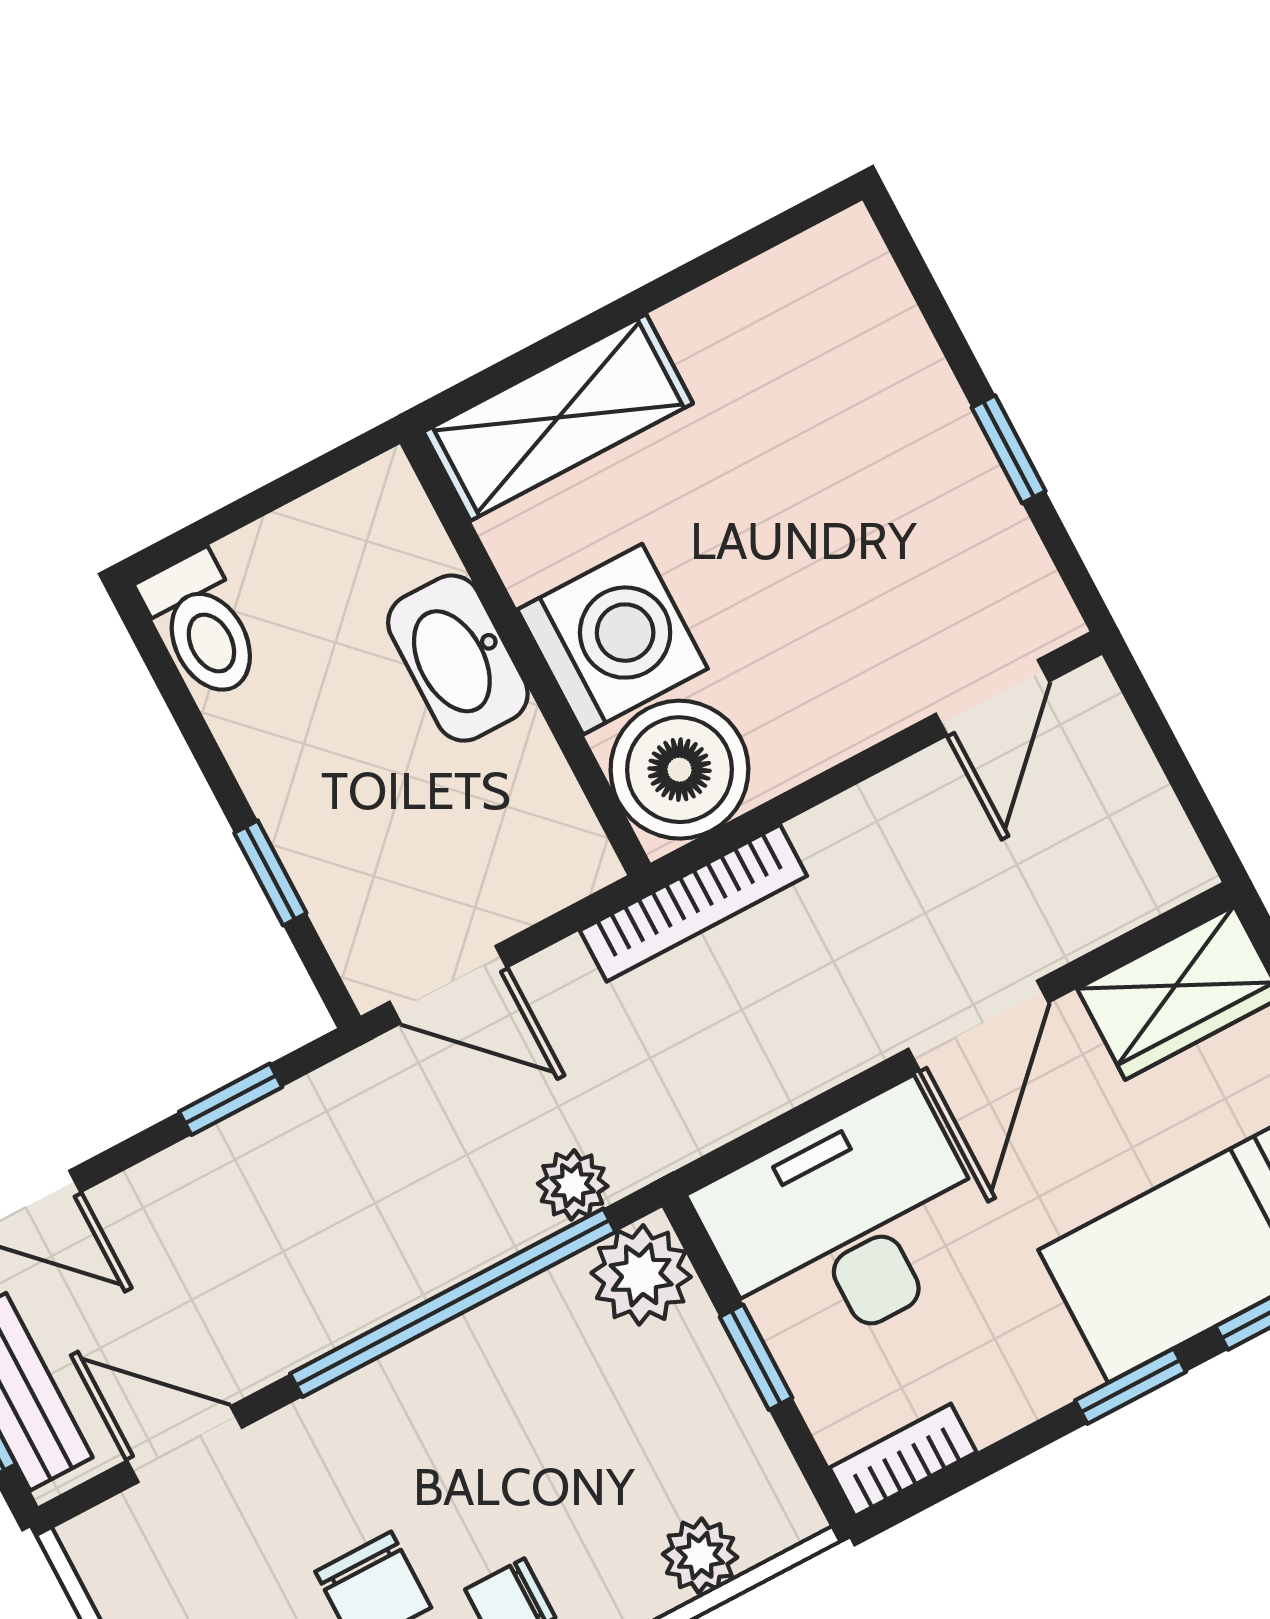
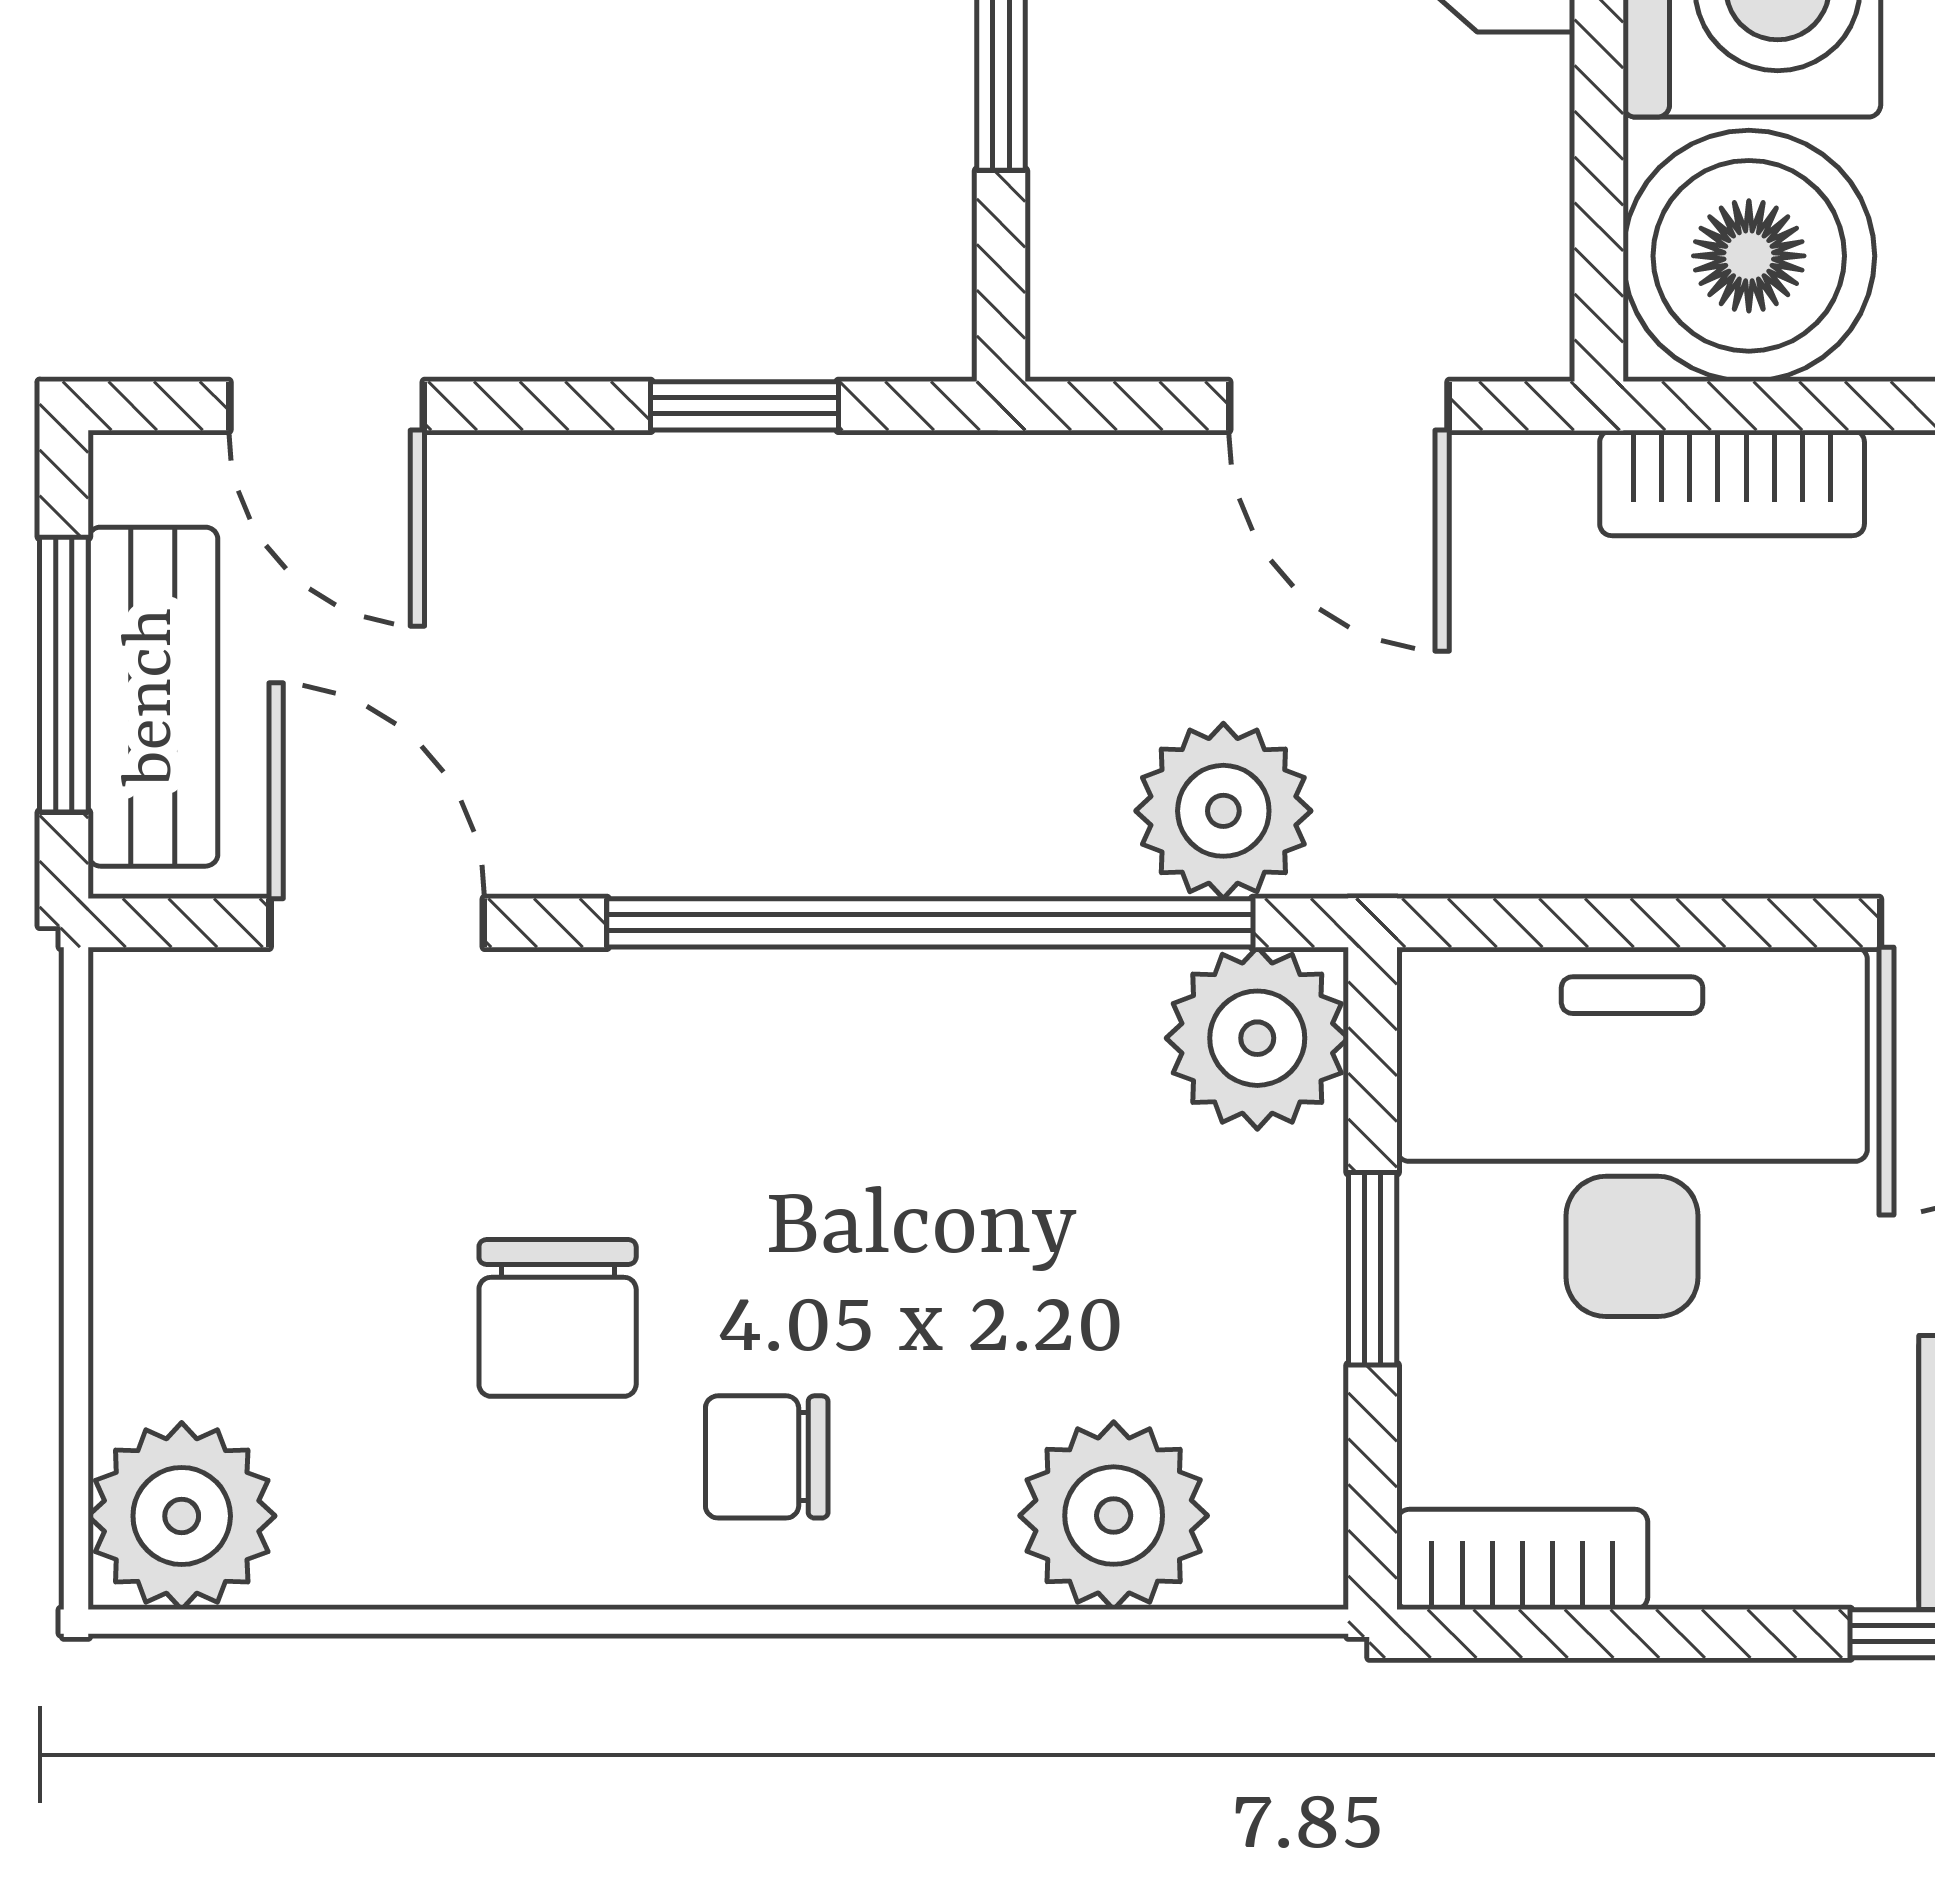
bookcase: (693, 903) -> (1732, 483), width x0.64
door: (448, 985) -> (1339, 406), moved
plant: (573, 1185) -> (1223, 811), width x1.38, depth x1.38
plant: (700, 1556) -> (1114, 1516), width x1.38, depth x1.38

